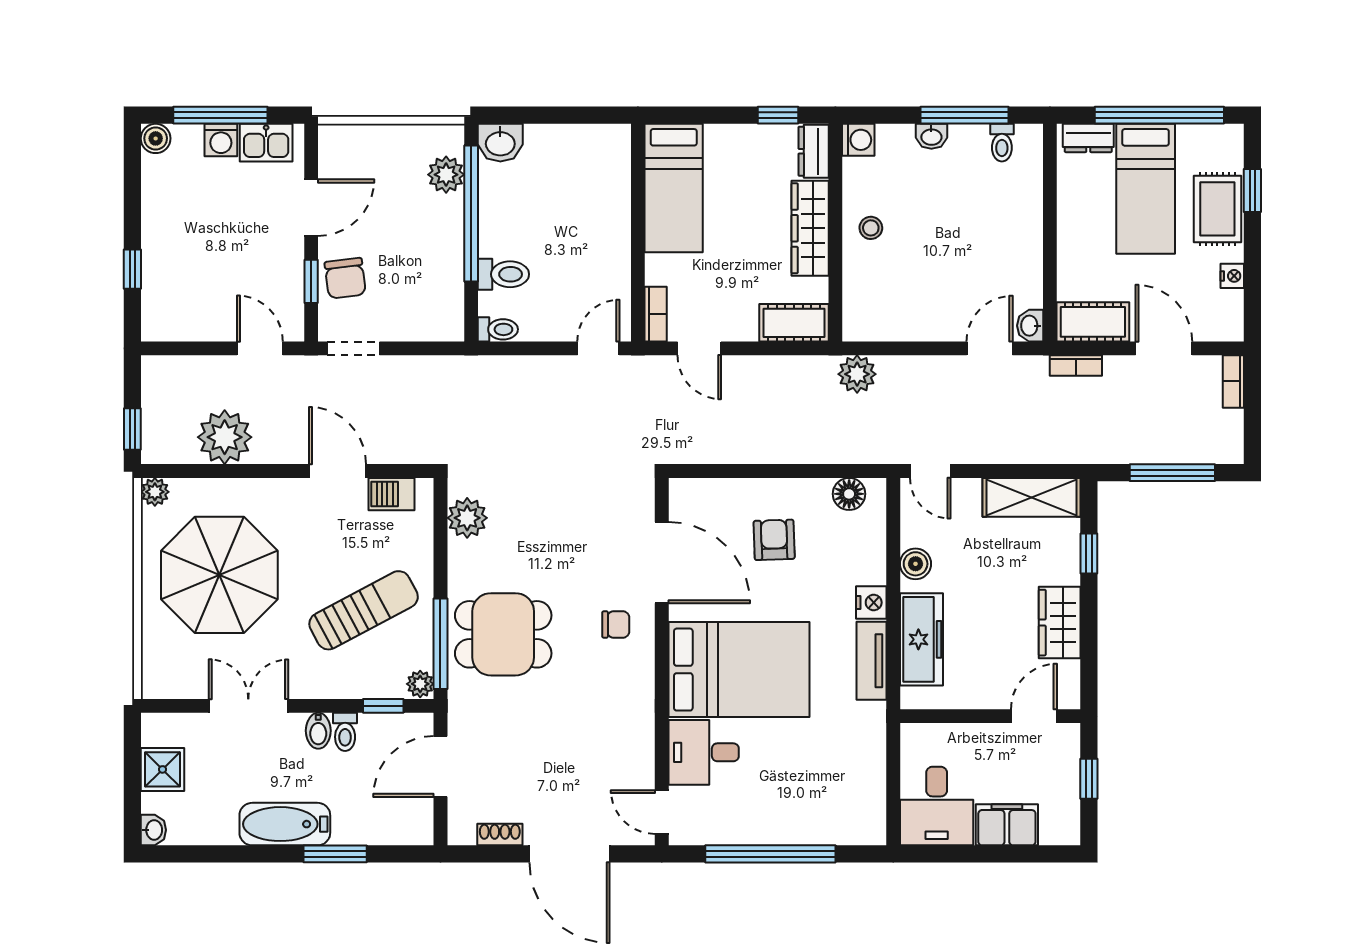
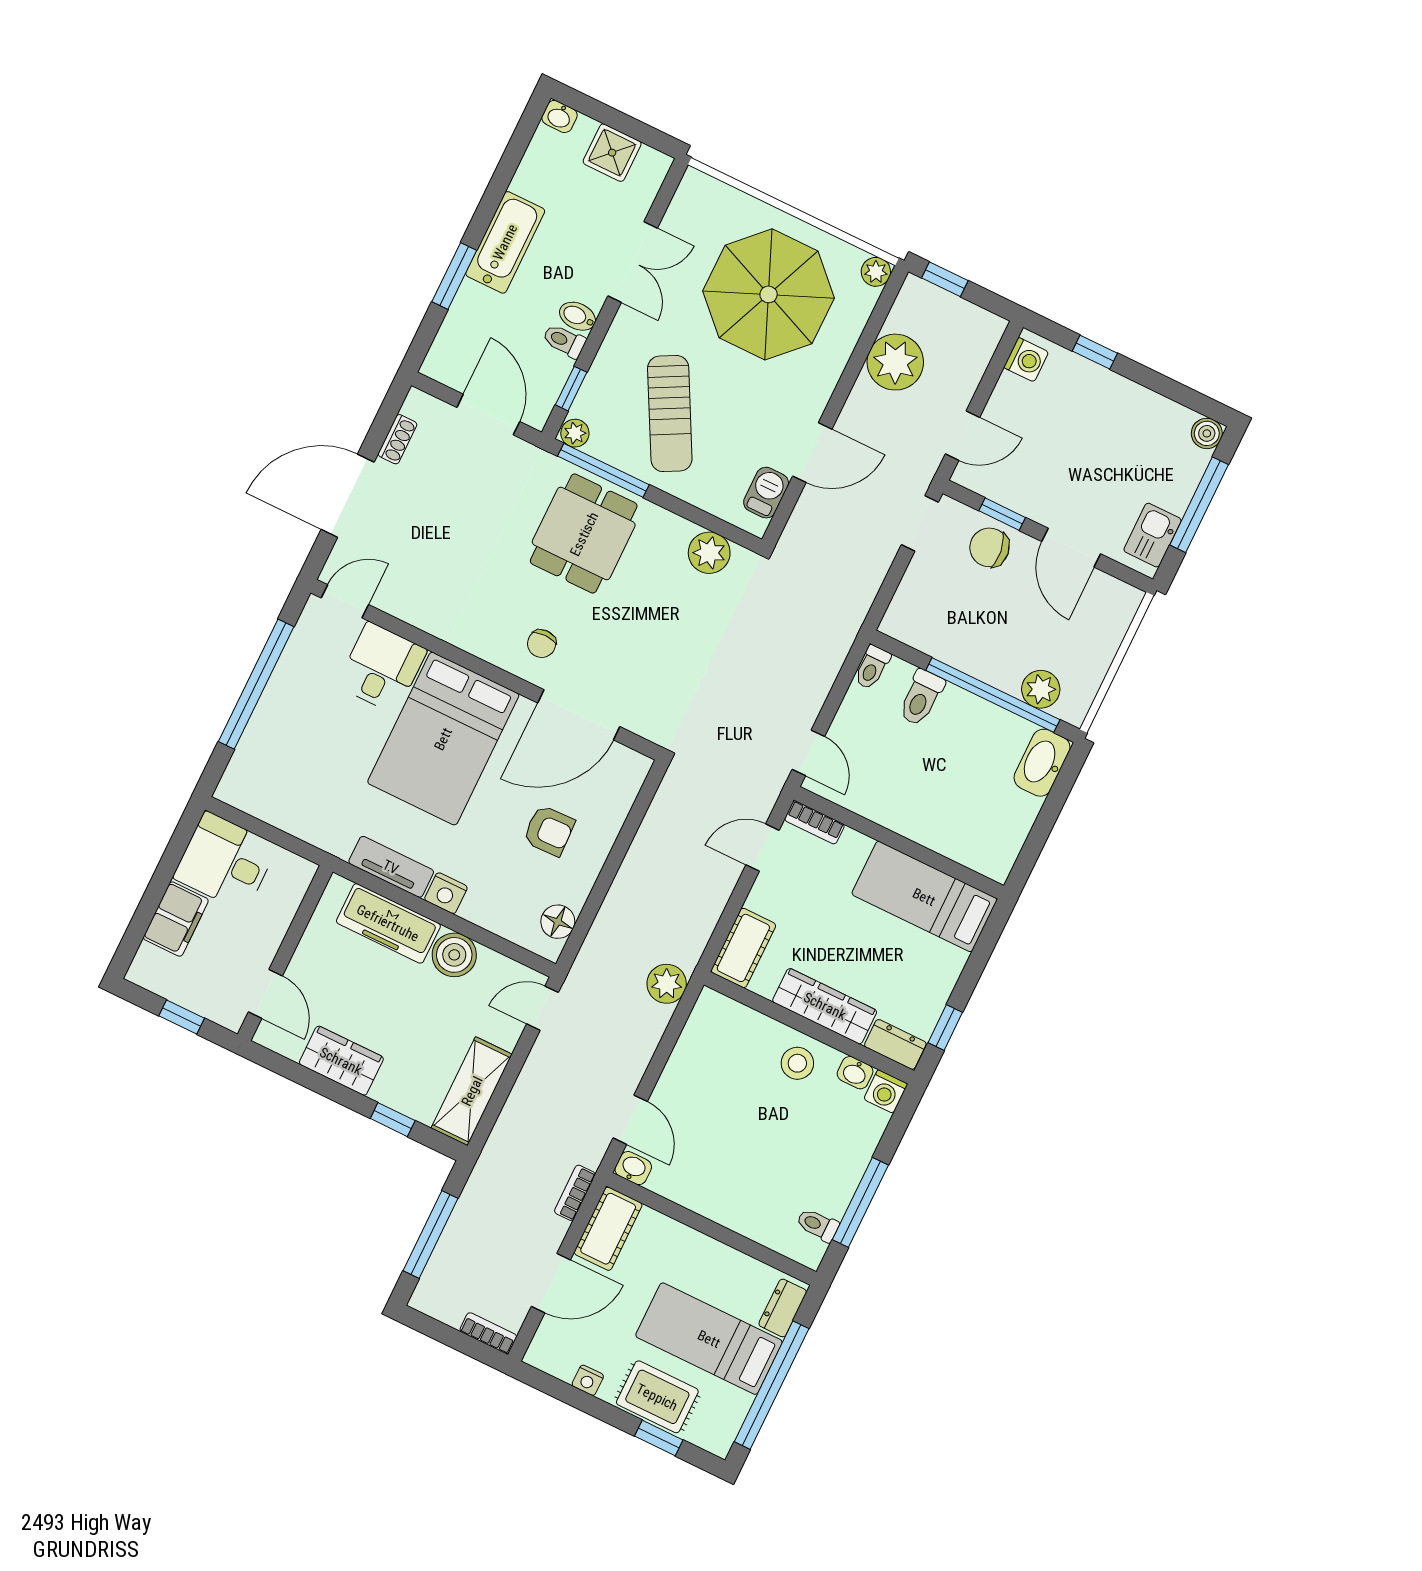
washbasin: (931, 136) -> (855, 1073), moved, turned -90
washing machine: (221, 140) -> (1026, 360), moved, turned 180
washbasin: (500, 143) -> (1042, 763), width x1.38
stool: (871, 228) -> (797, 1063), width x1.37, depth x1.37
boiler: (916, 564) -> (454, 955), width x1.36, depth x1.36

